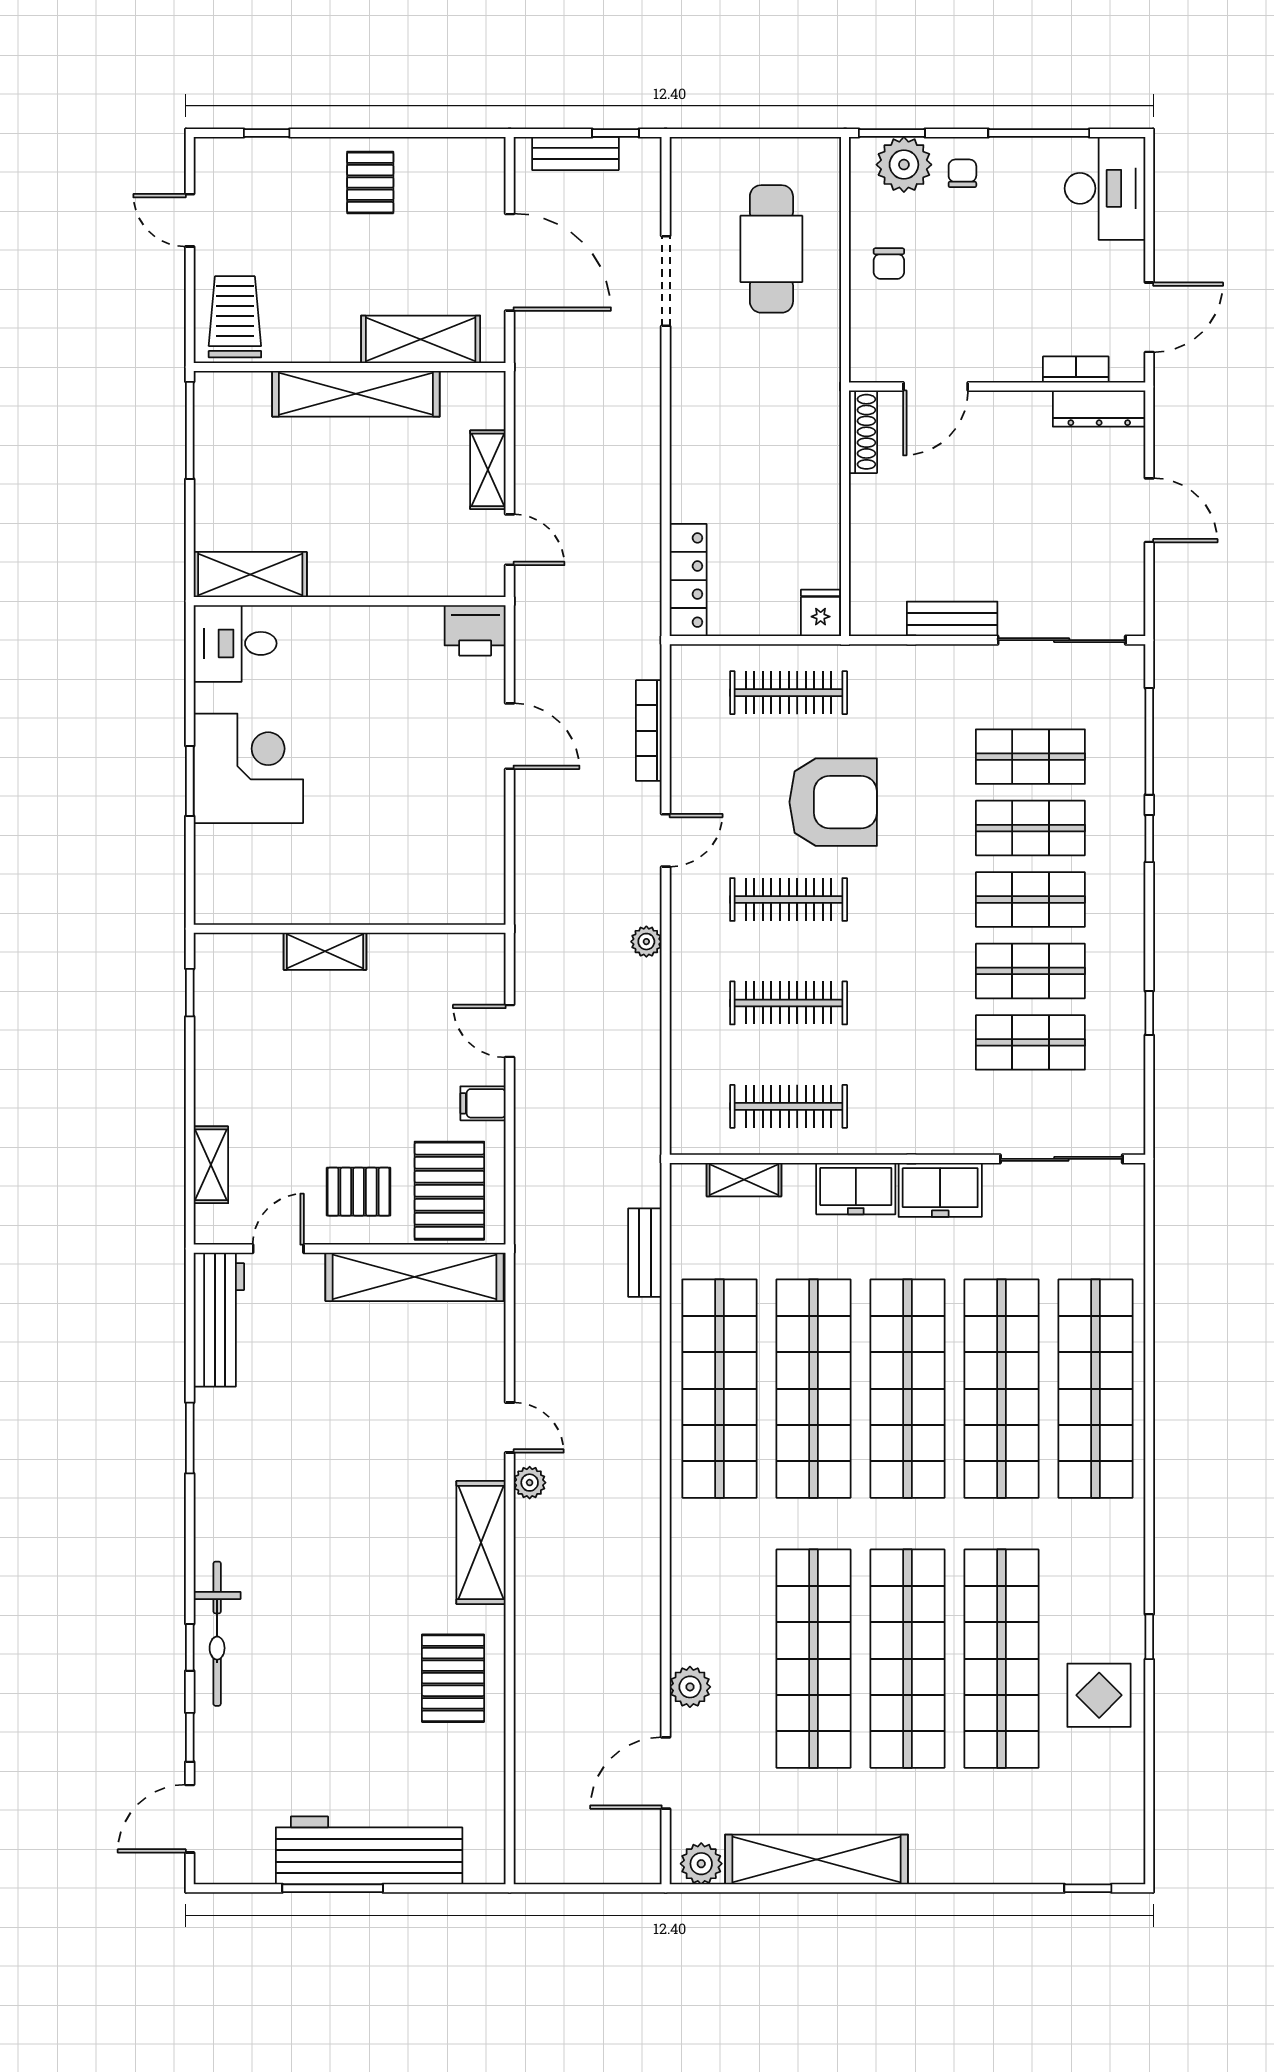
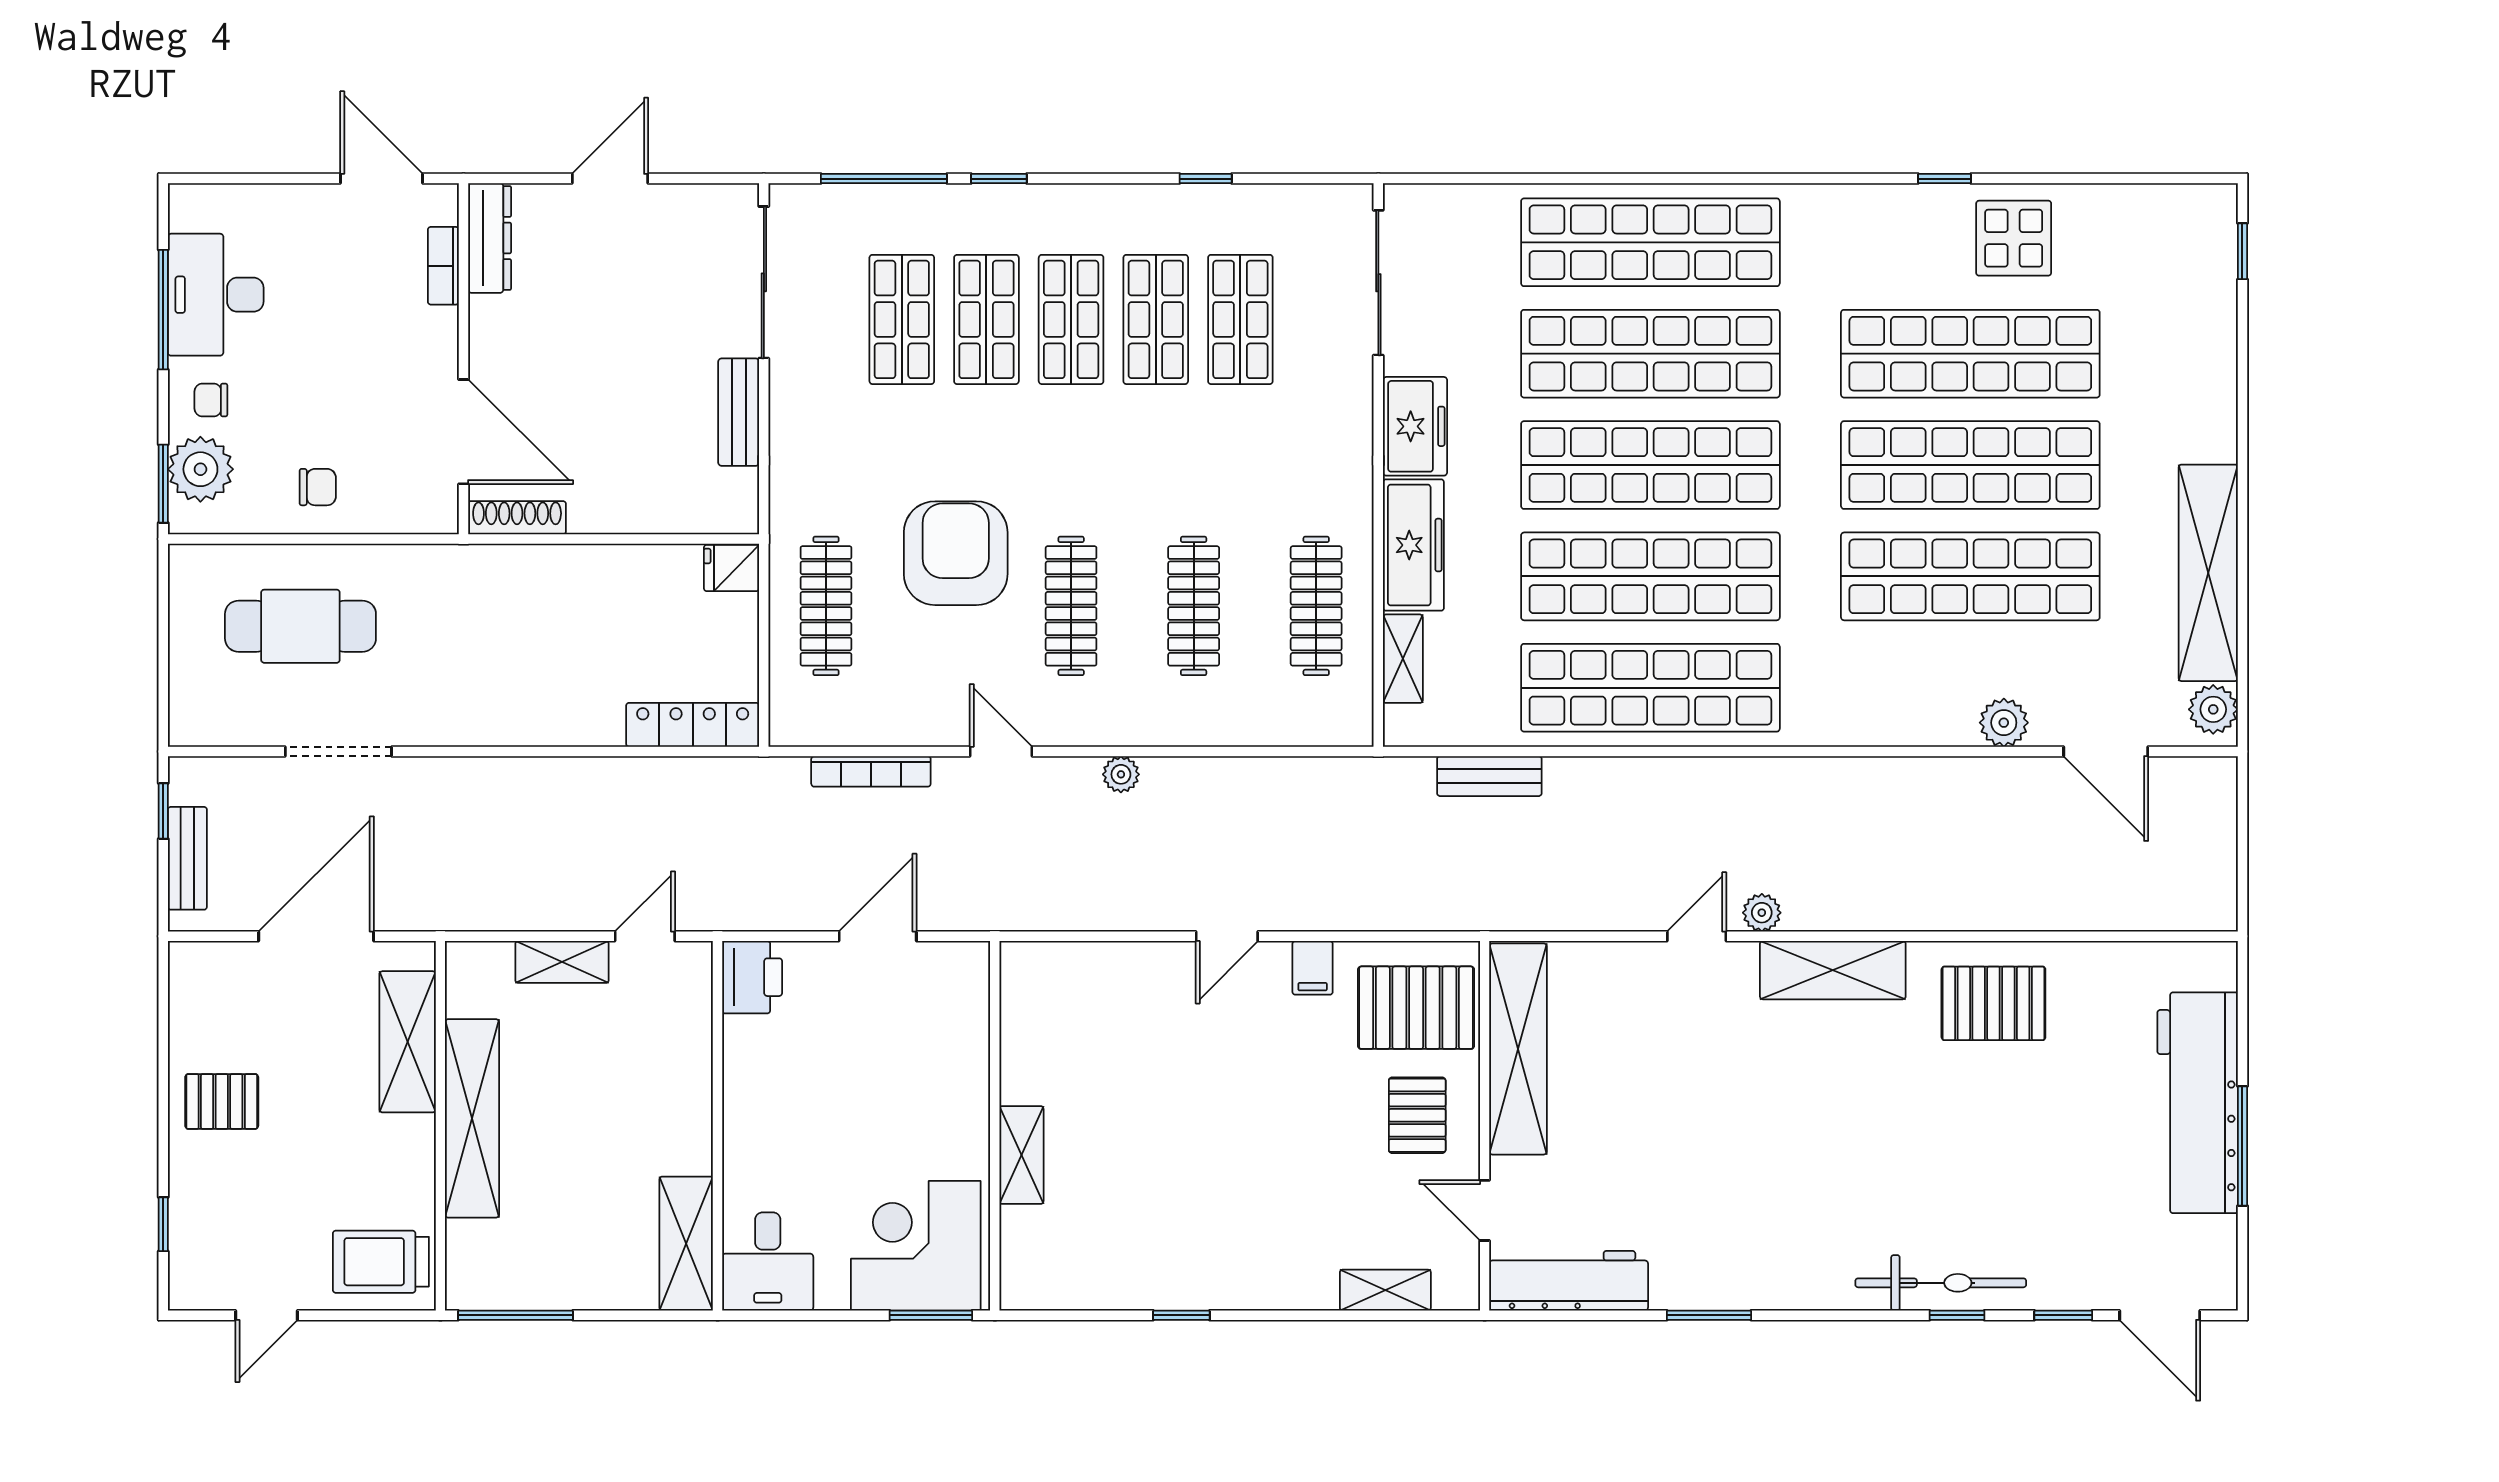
desk: (1105, 188) -> (216, 295), moved, turned -90
door: (936, 387) -> (463, 432), width x1.36
wall: (350, 929) -> (995, 1126), moved
shelving: (325, 951) -> (1021, 1155), moved
freezer: (856, 1189) -> (1413, 545), width x1.40

